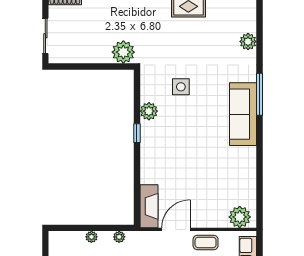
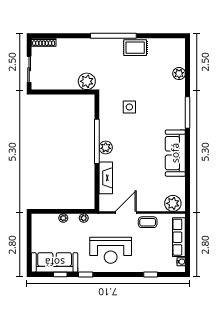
plant: (149, 111) -> (106, 148), moved
sofa: (243, 114) -> (175, 153), moved
window: (137, 133) -> (97, 141), width x3.17
fireplace: (149, 206) -> (106, 178), moved

